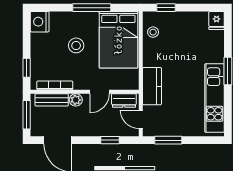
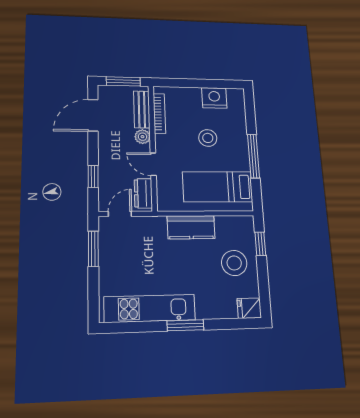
nightstand: (40, 22) -> (214, 98), moved
stool: (153, 32) -> (234, 263), moved, width x1.89, depth x1.89
bed: (118, 40) -> (218, 187), width x0.67
window: (27, 68) -> (179, 83), removed
kitchen counter: (152, 86) -> (191, 227), moved

